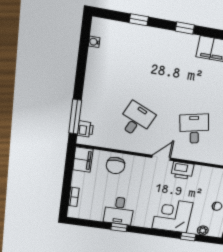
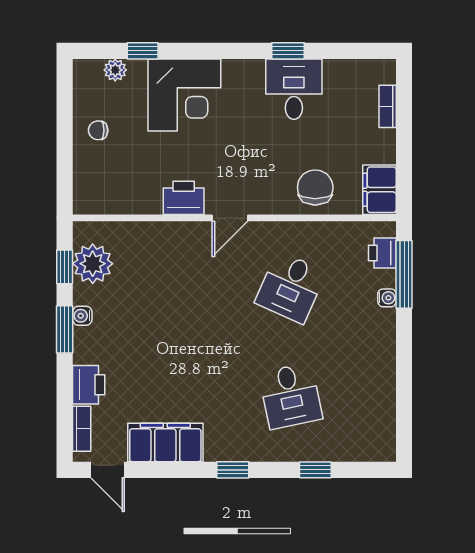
water cooler: (94, 42) -> (387, 298), moved
desk: (194, 129) -> (291, 396), moved

